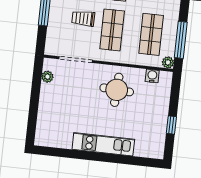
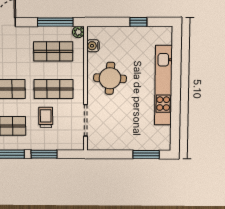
trolley: (83, 18) -> (46, 117), turned 180
plant: (47, 77) -> (104, 145), removed
window: (32, 119) -> (146, 154), added
kitchen unit: (103, 144) -> (163, 85), width x1.36

